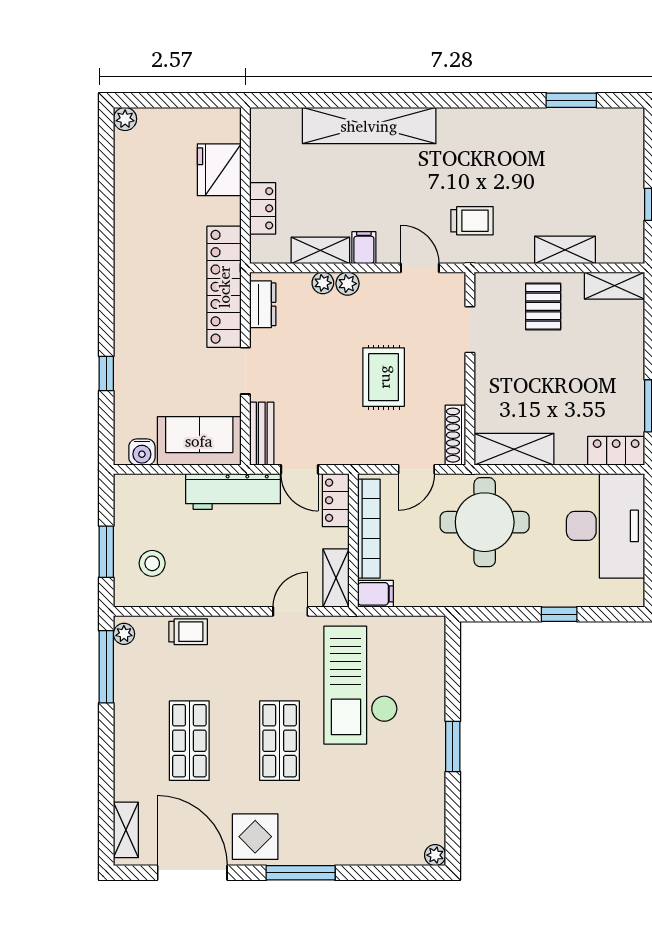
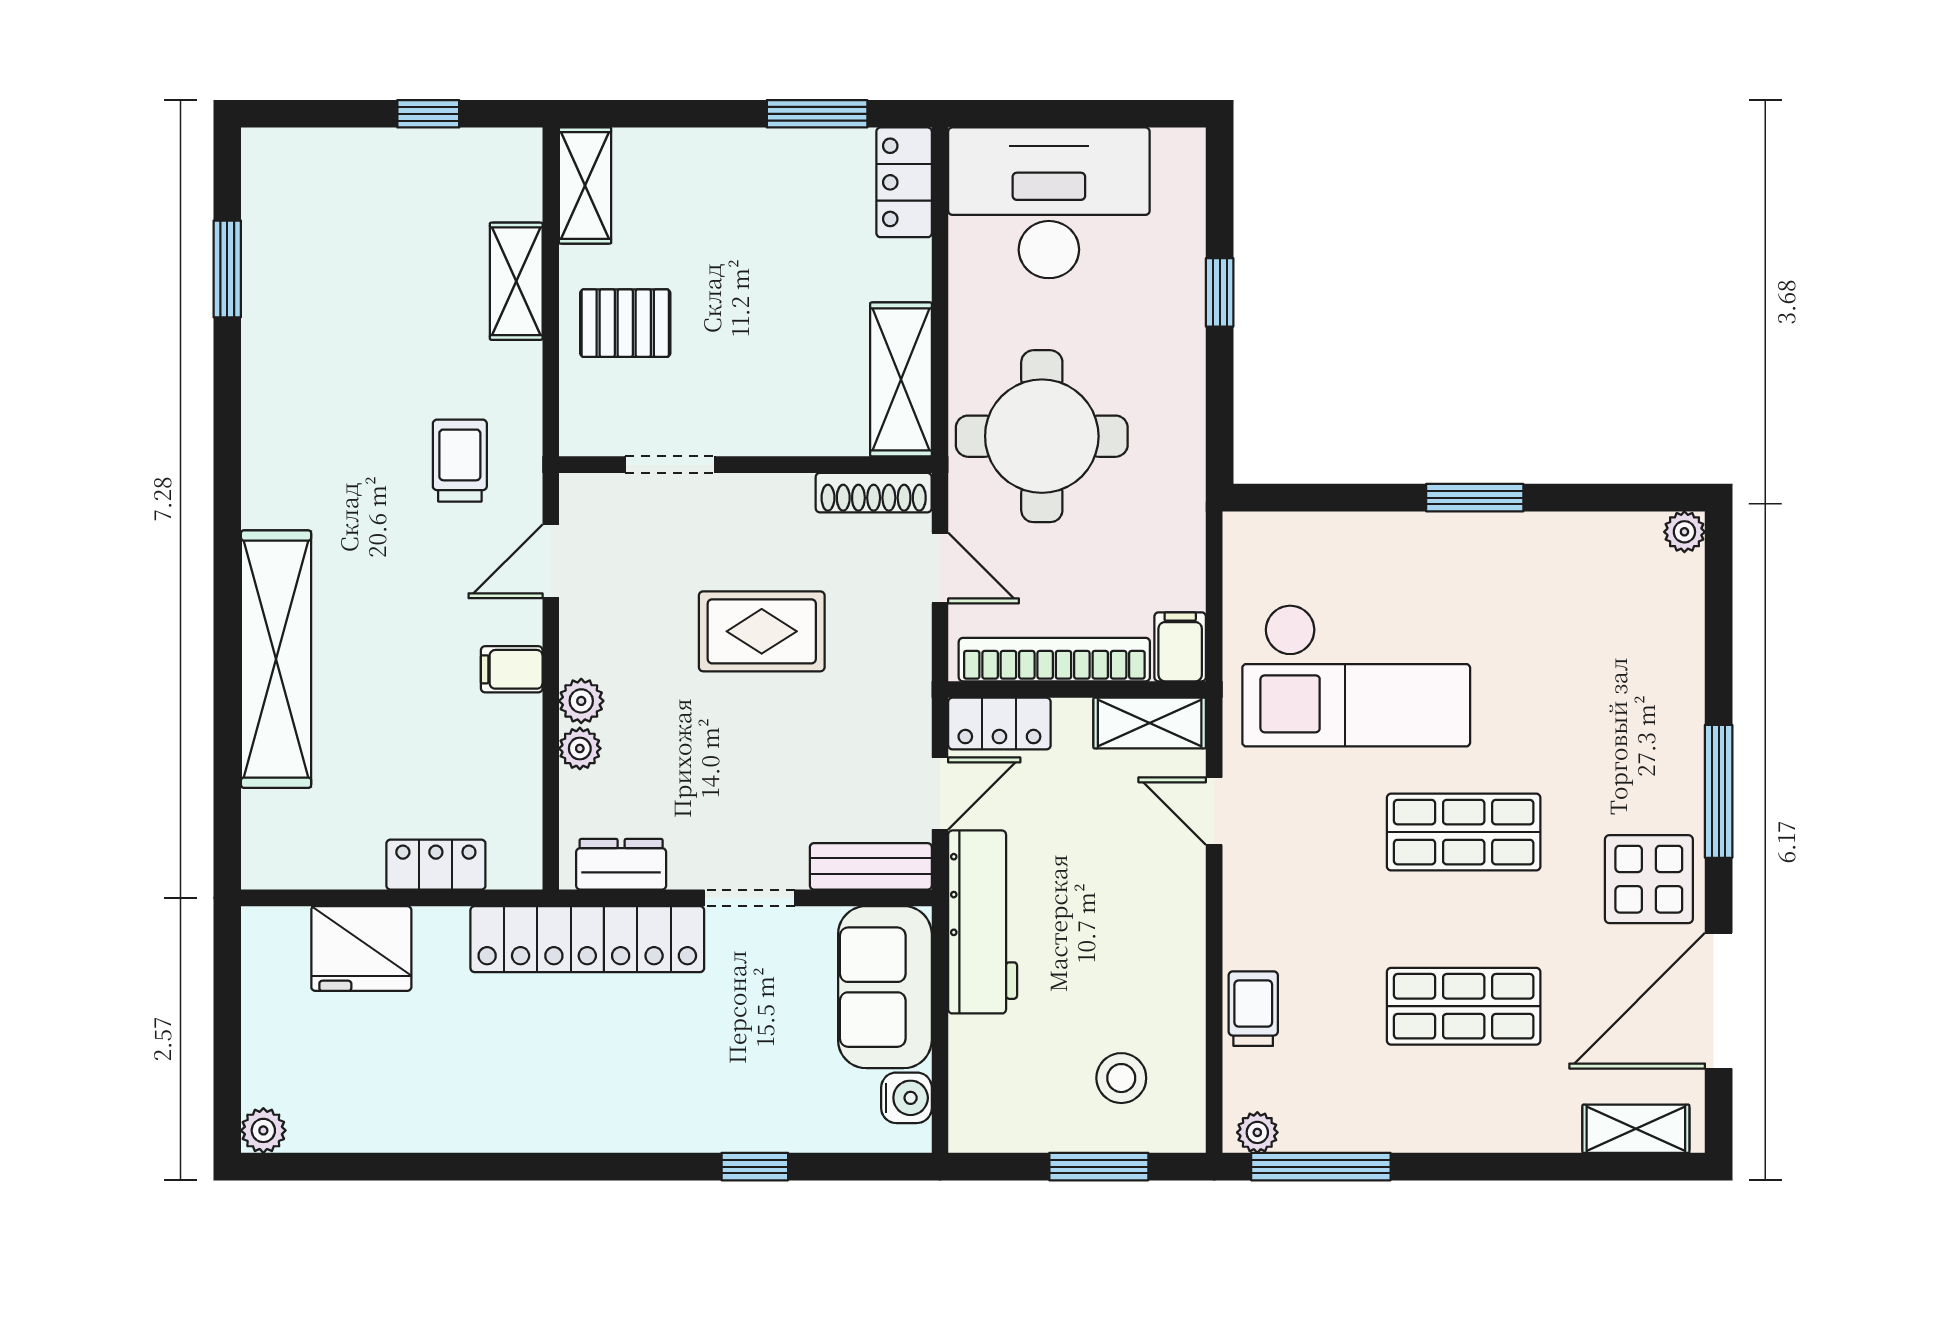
shelving: (320, 250) -> (517, 753), removed

